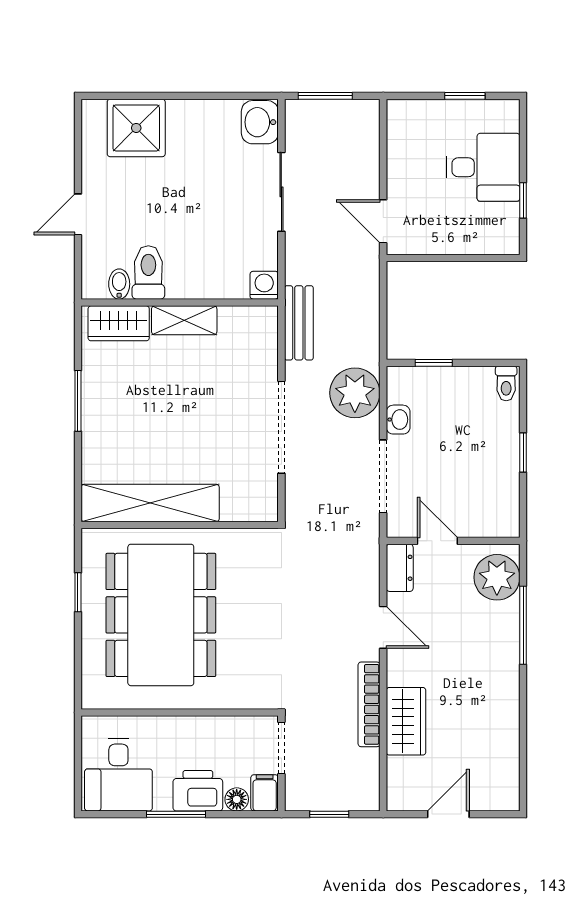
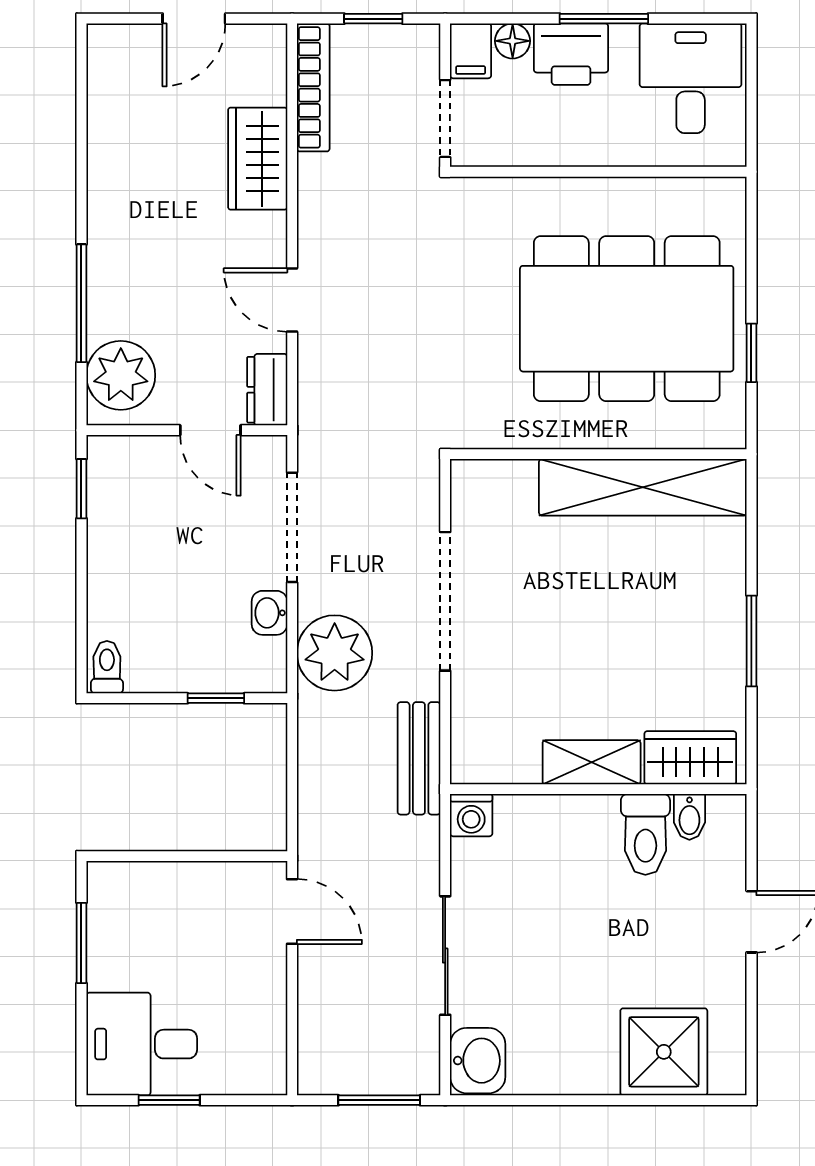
desk: (483, 167) -> (142, 1044), moved
window: (523, 200) -> (81, 943), width x1.50
window: (523, 452) -> (81, 489), moved
dining table: (161, 615) -> (627, 319), turned 90
bookcase: (369, 704) -> (313, 87), moved

